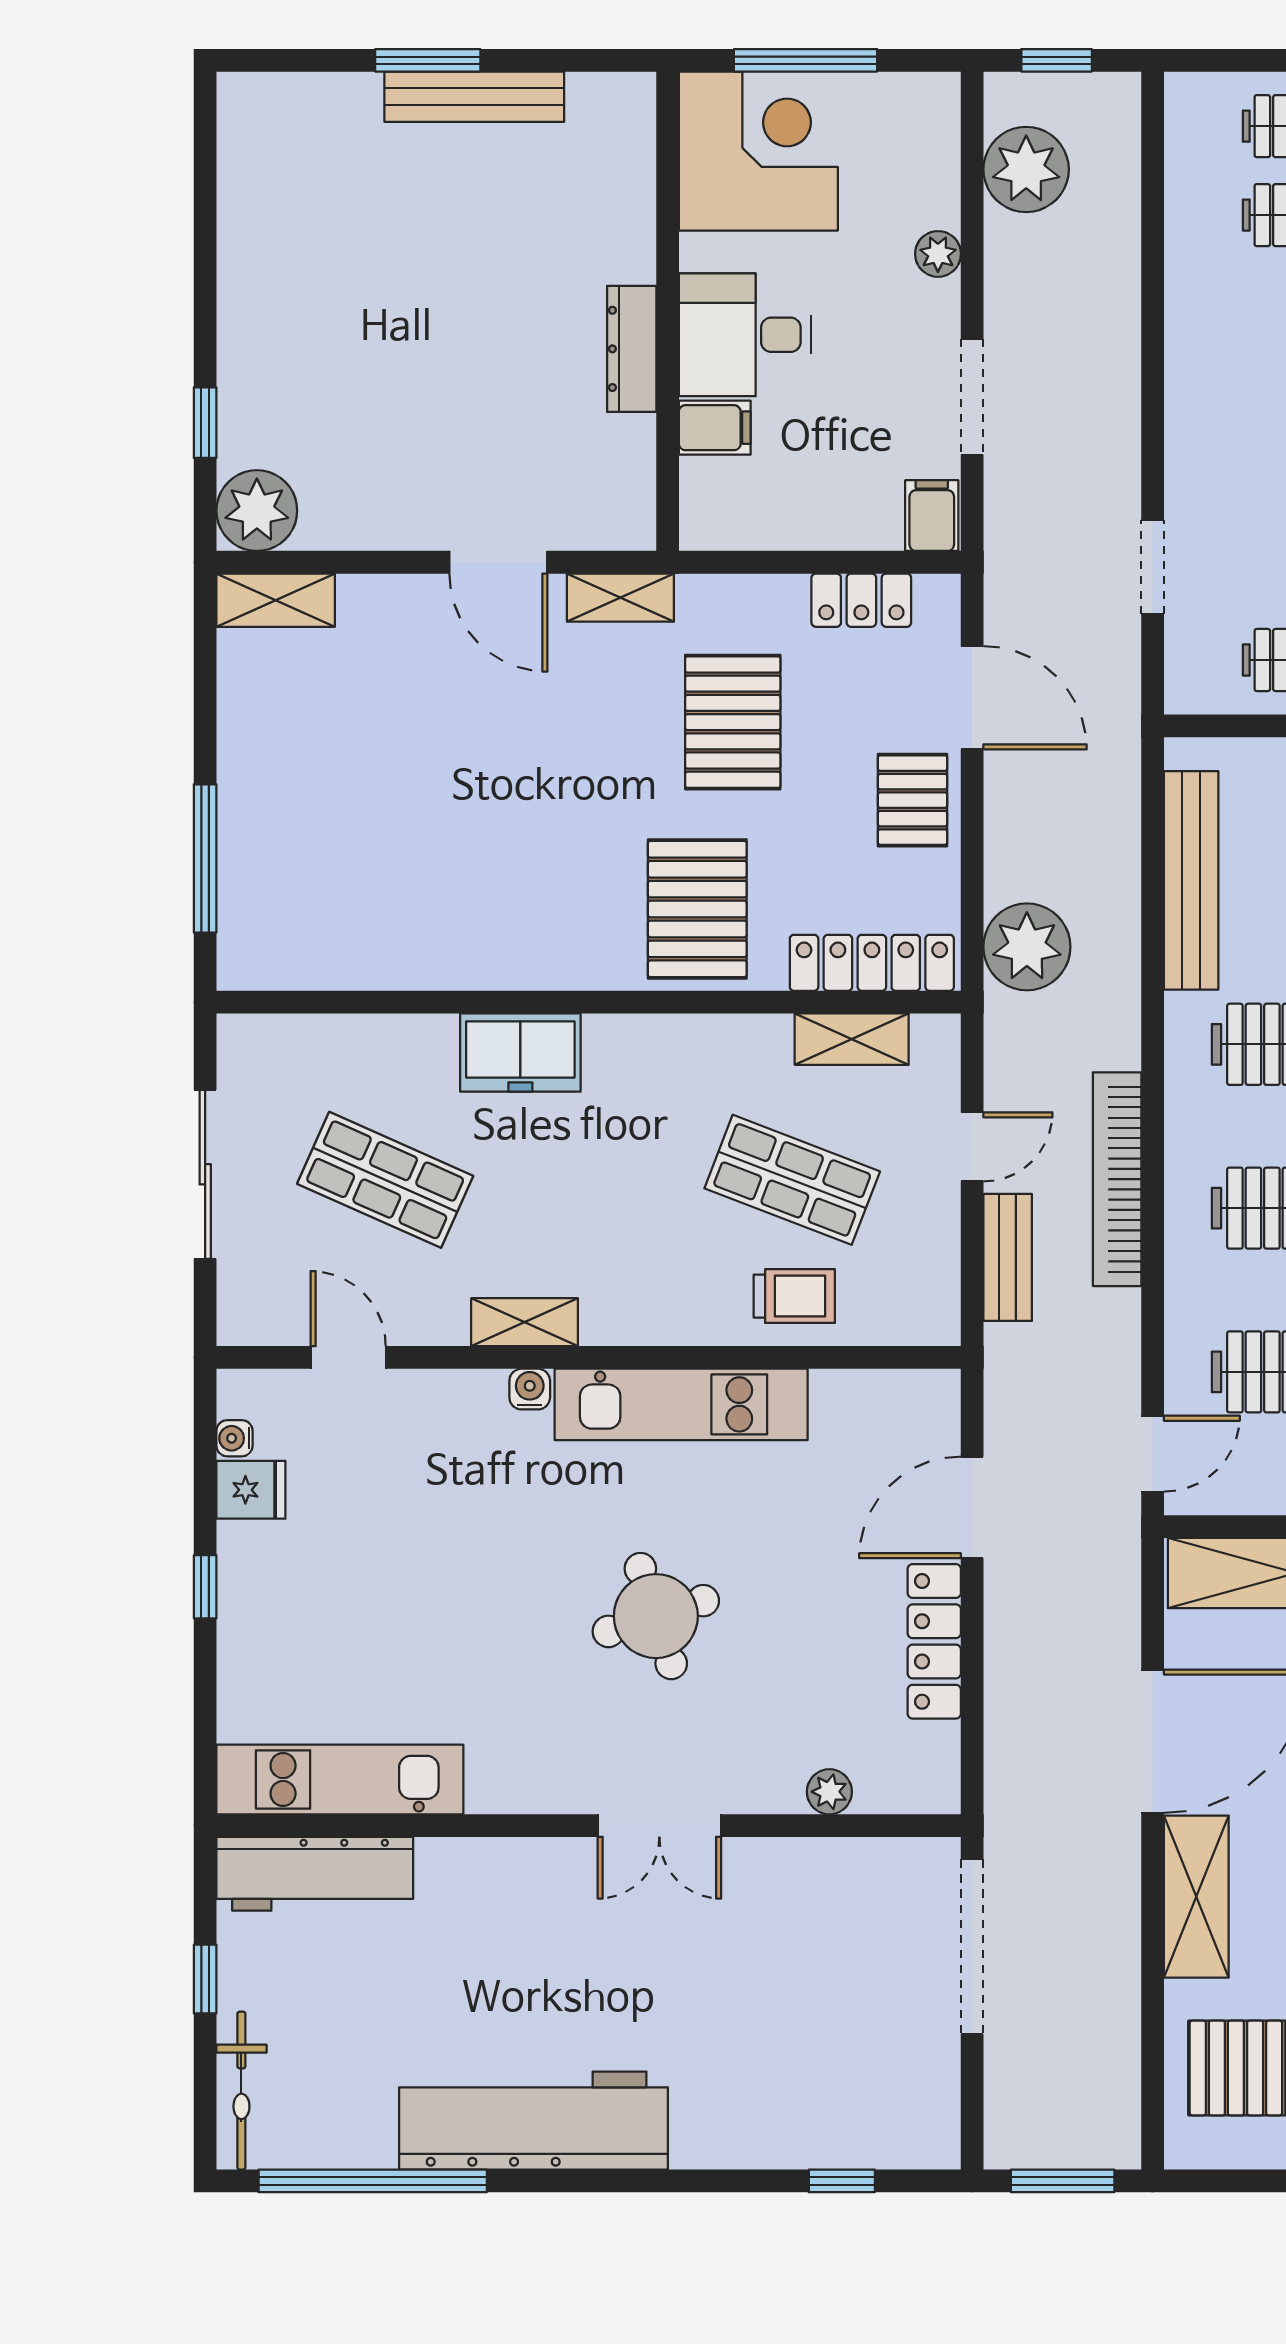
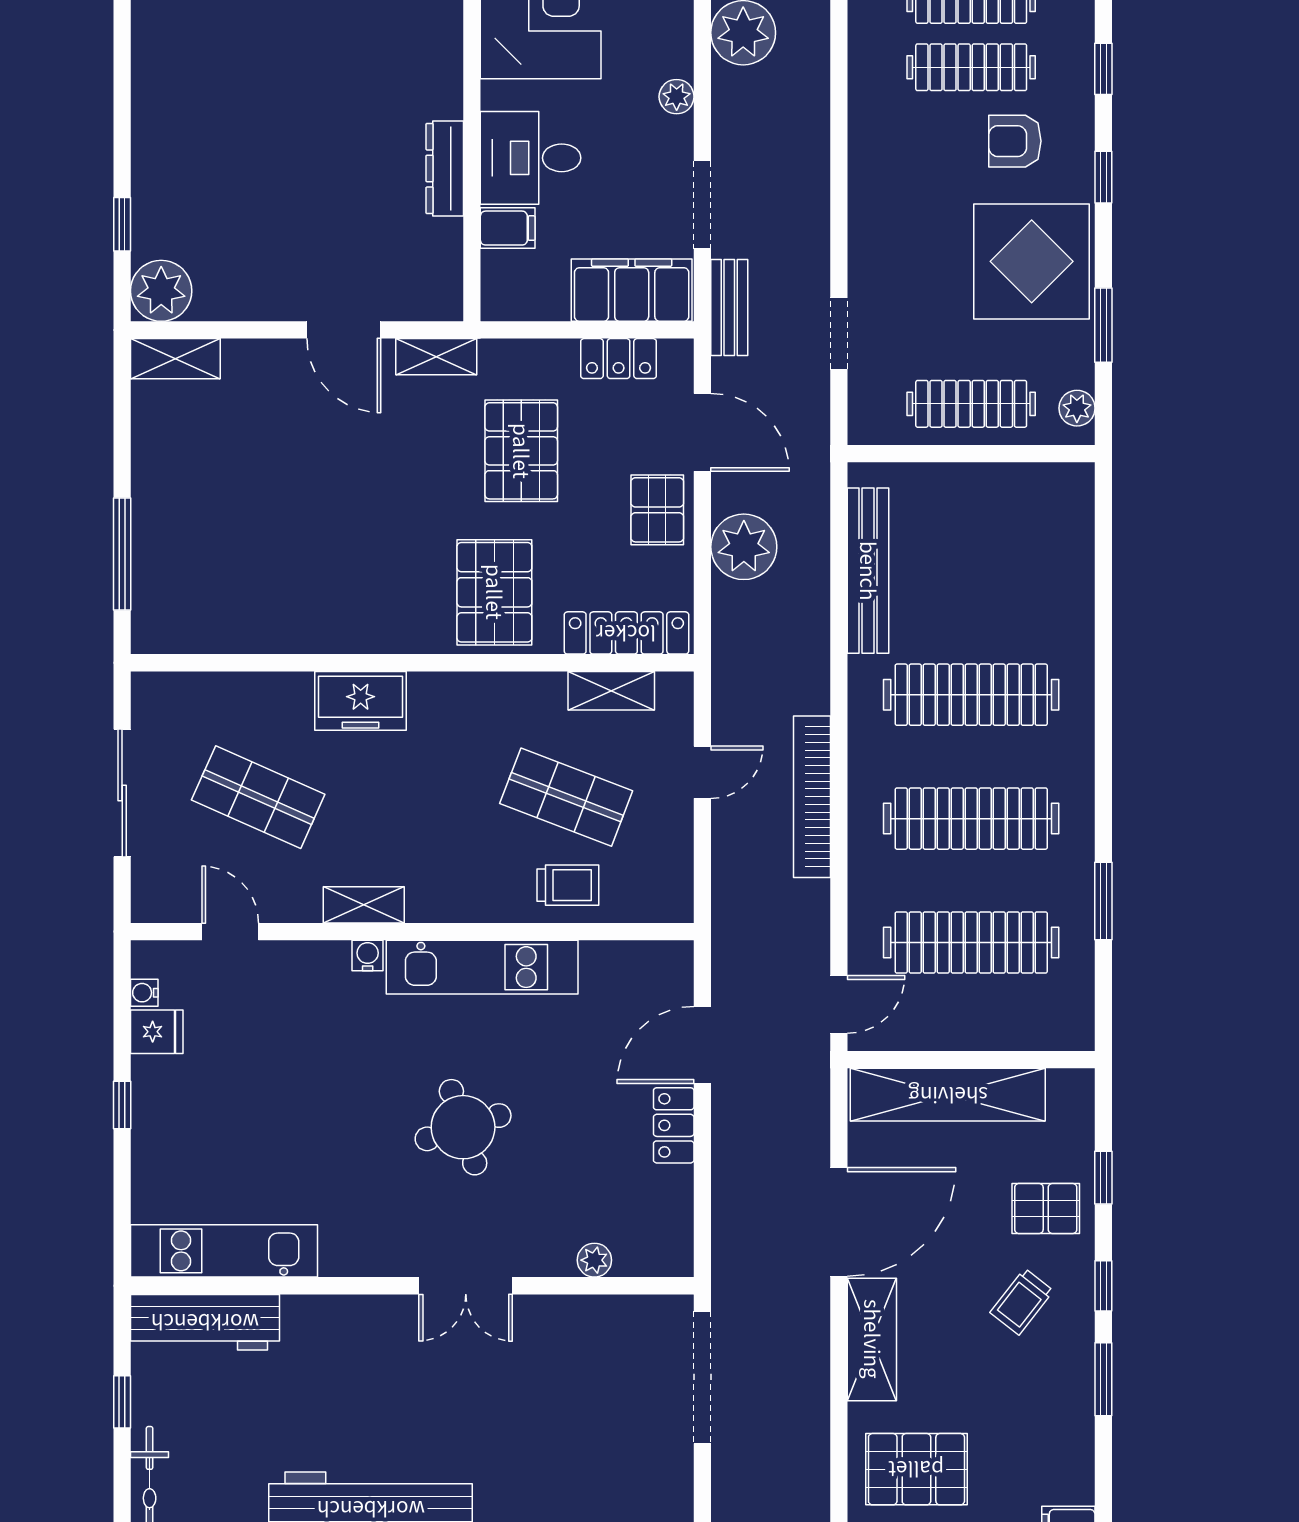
filing cabinet: (932, 516) -> (632, 290), width x3.00, depth x1.17
plant: (1027, 947) -> (744, 547), moved
bench: (1008, 1257) -> (729, 307), moved
locker: (934, 1641) -> (674, 1125), width x0.66

